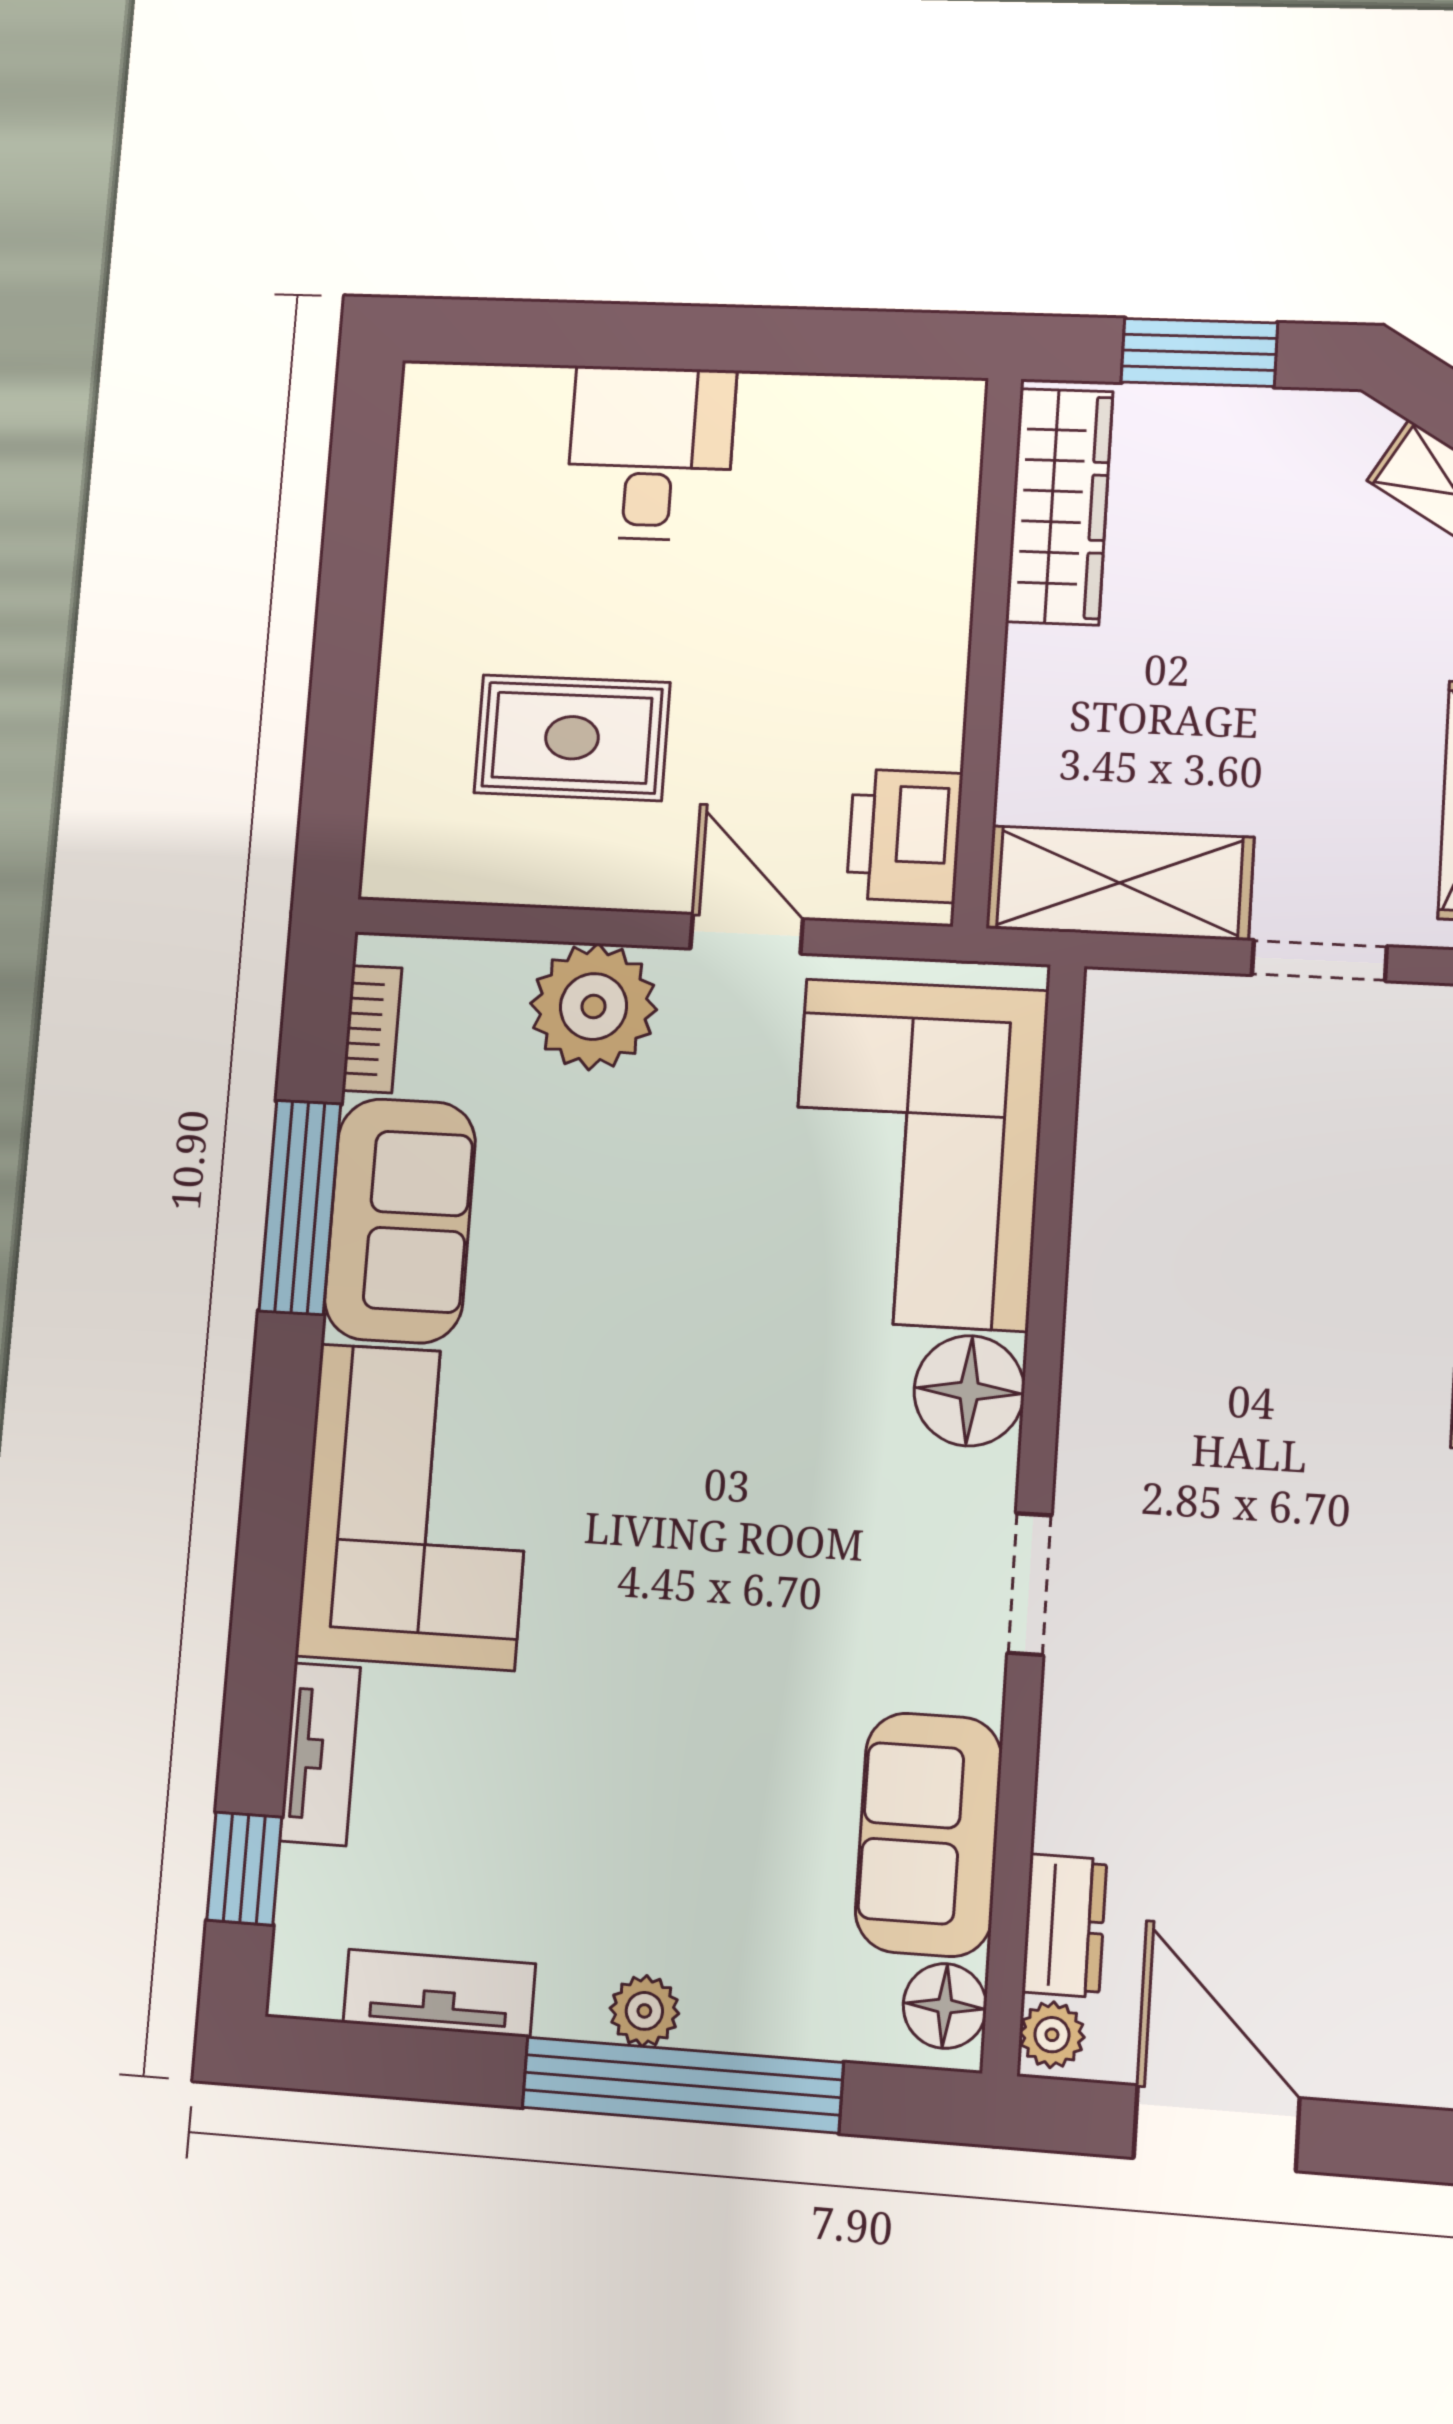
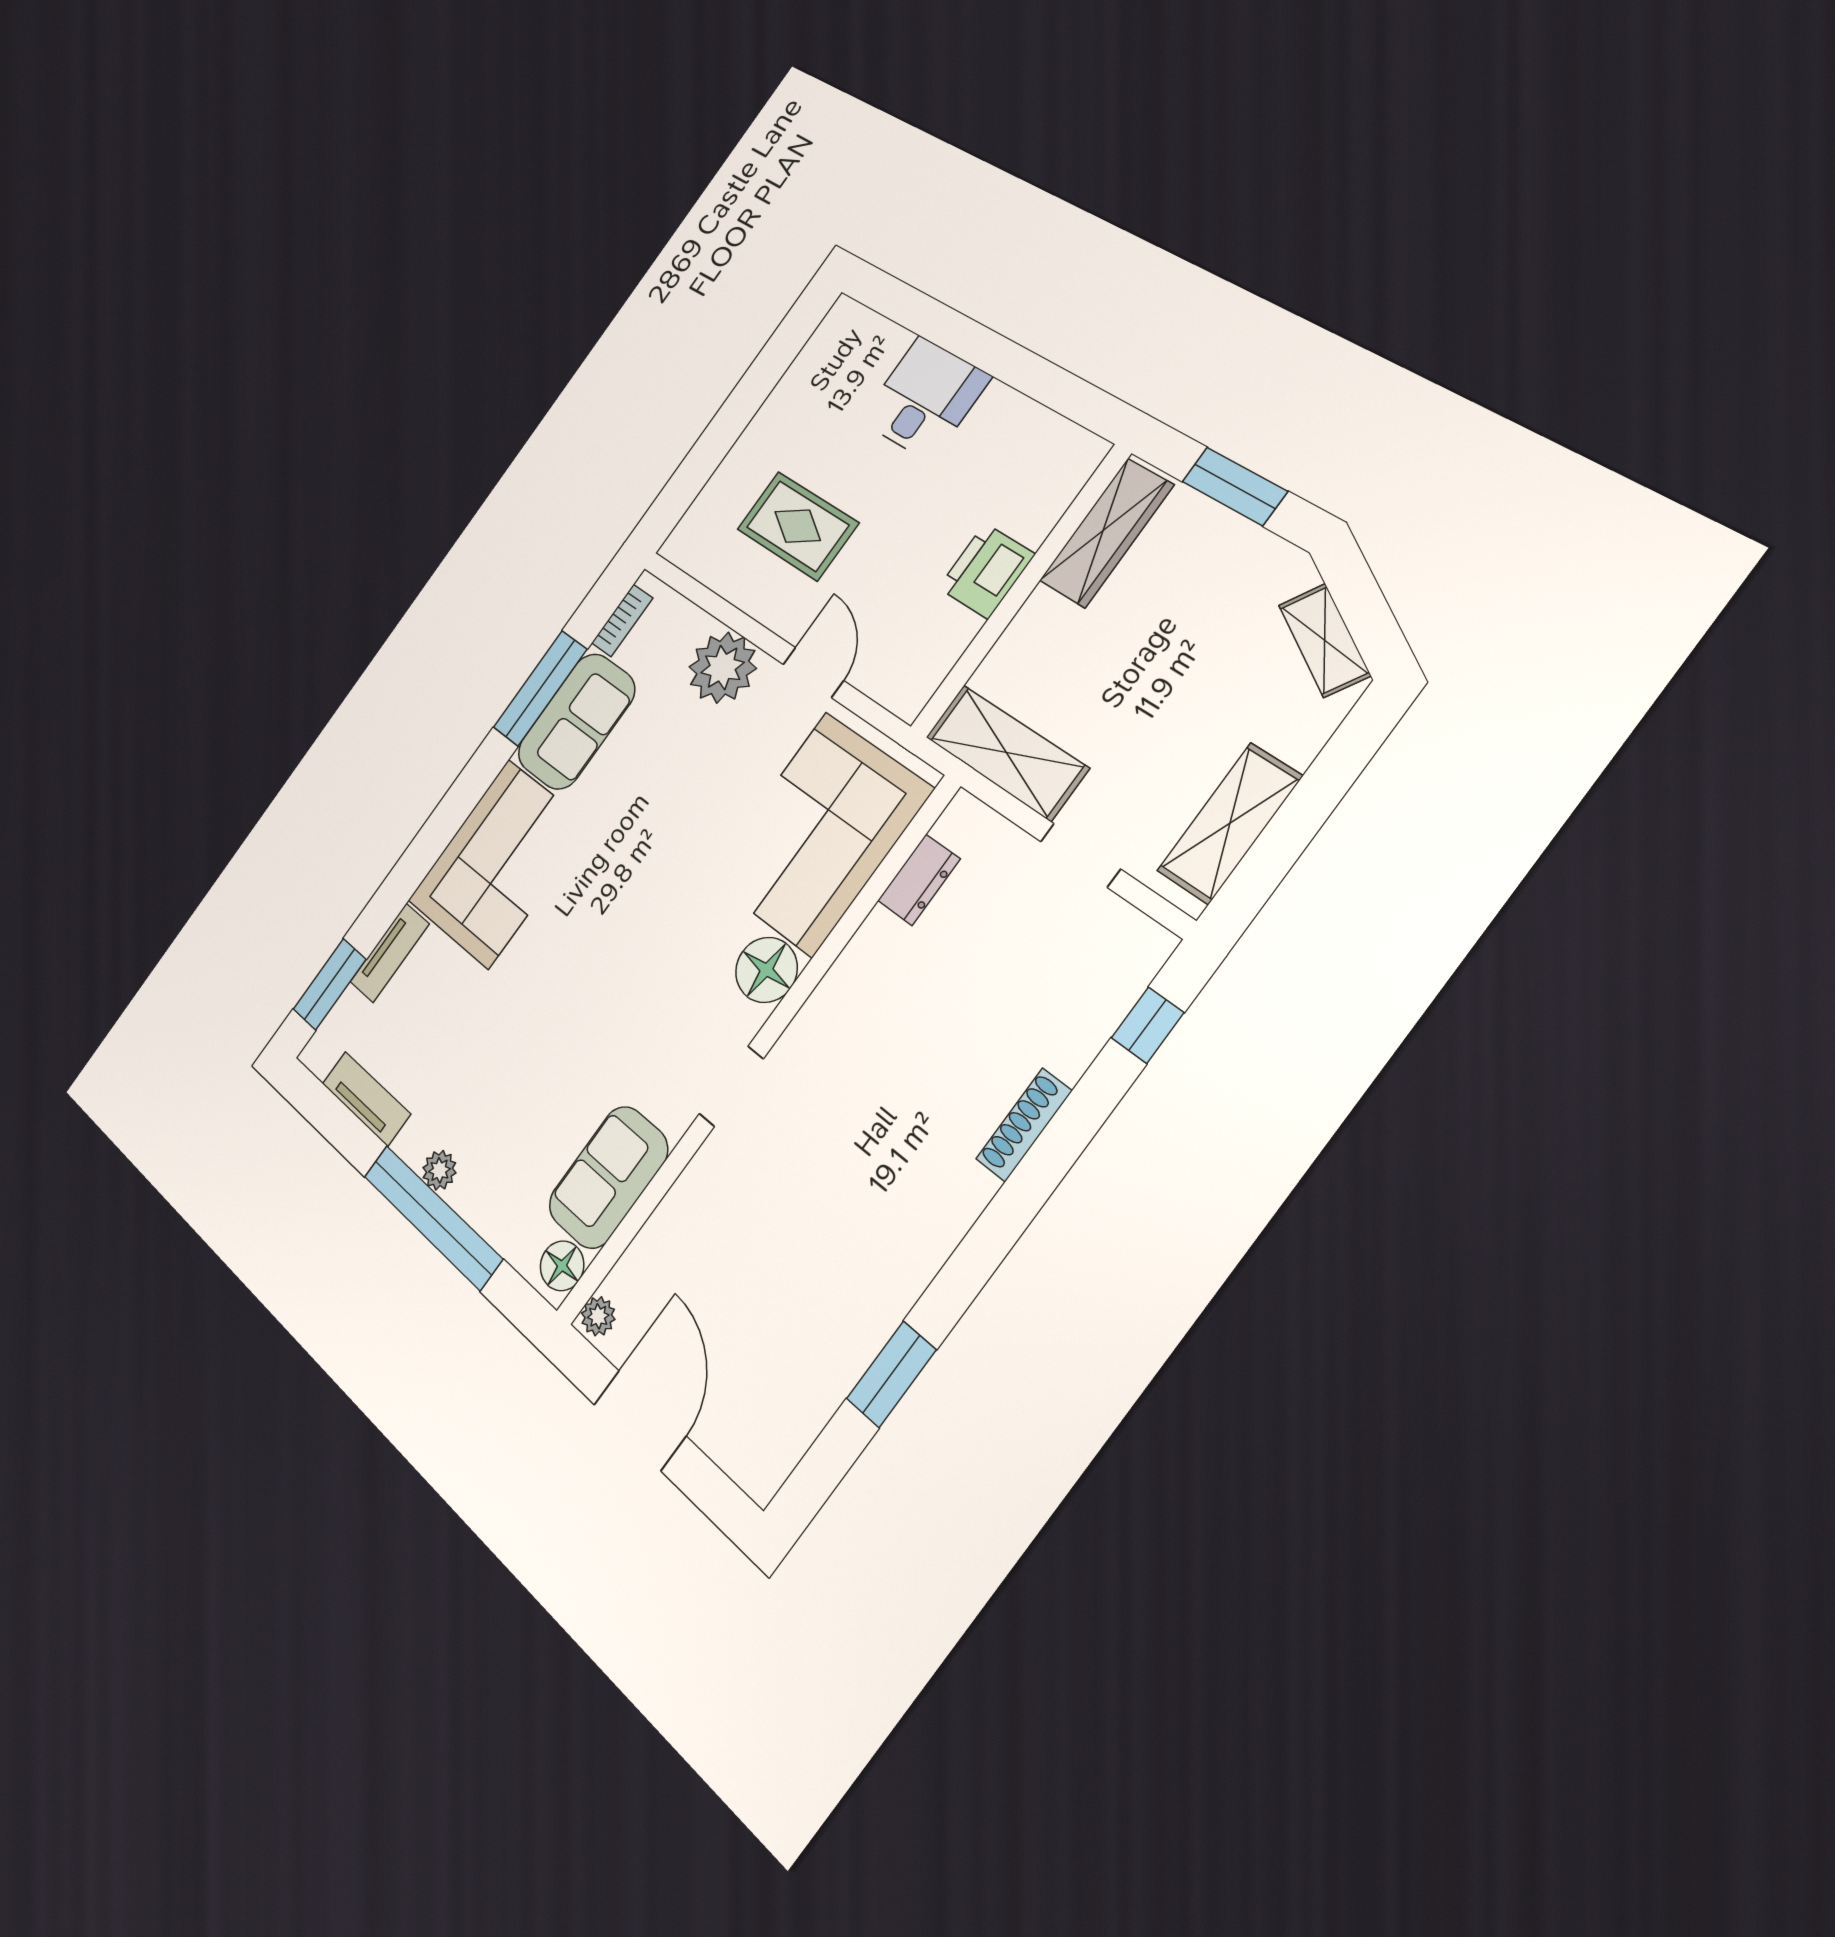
printer: (904, 836) -> (986, 571), moved
window: (244, 1869) -> (329, 984), width x1.50
dresser: (1064, 1926) -> (919, 880), moved

